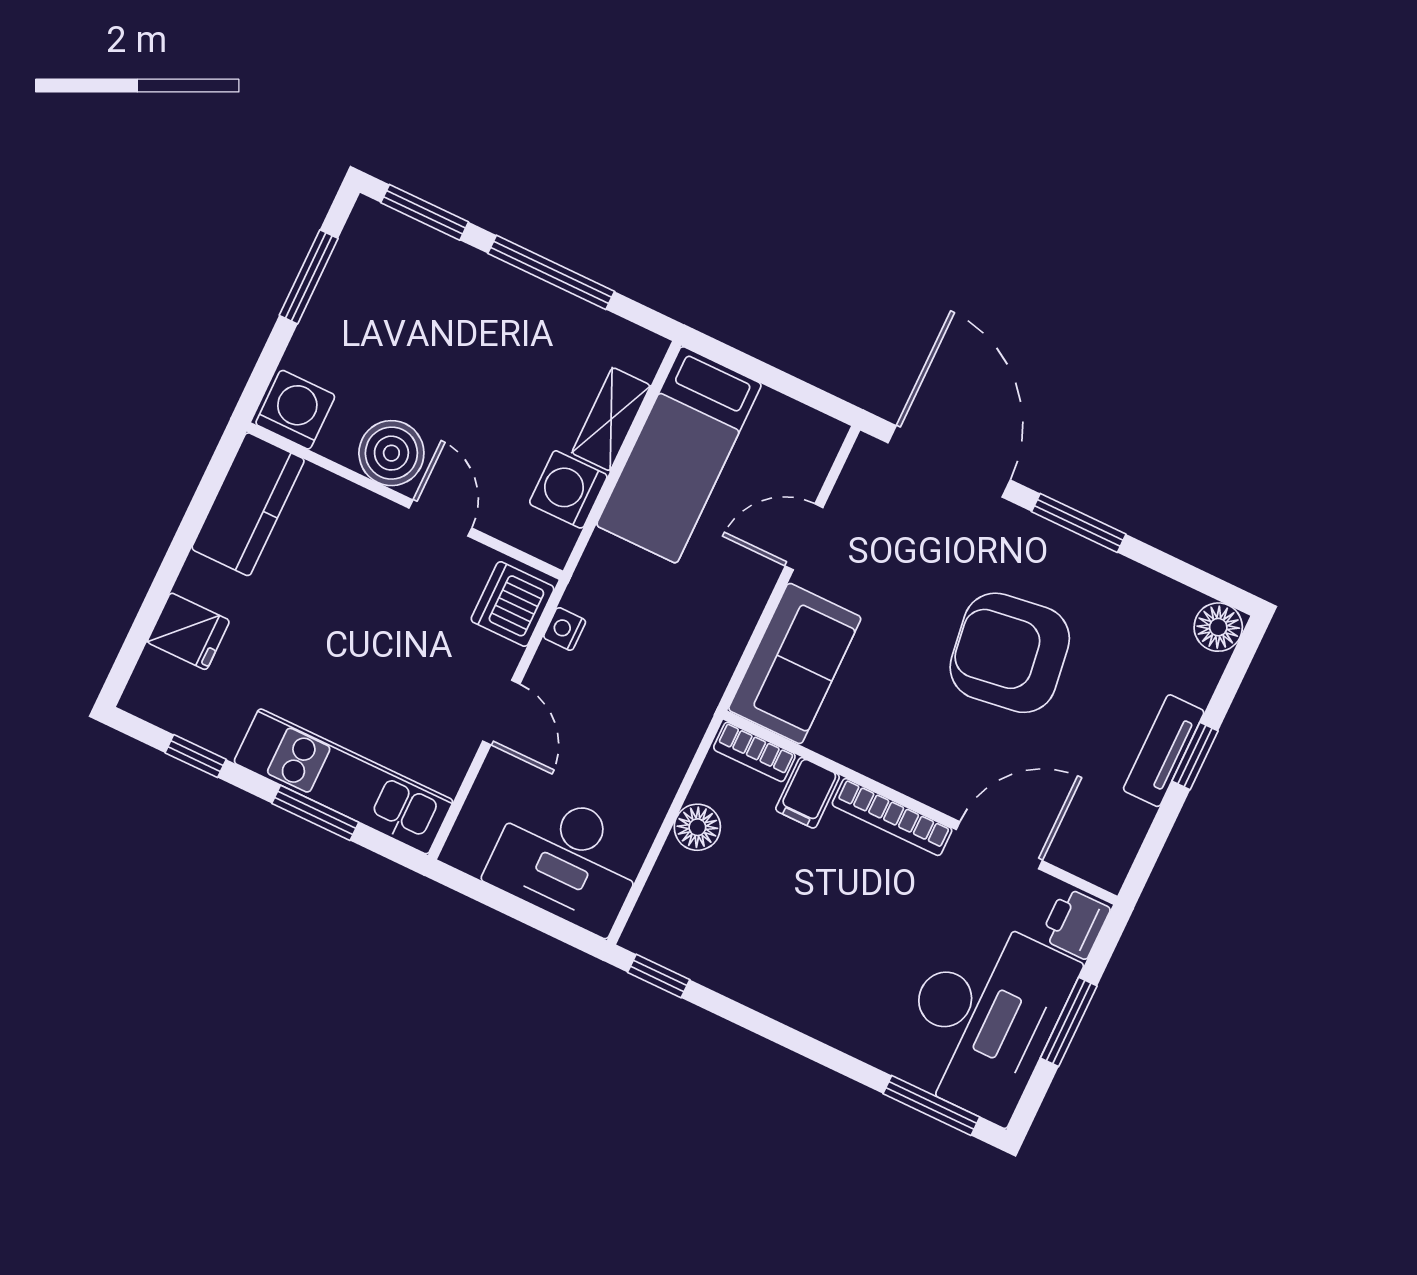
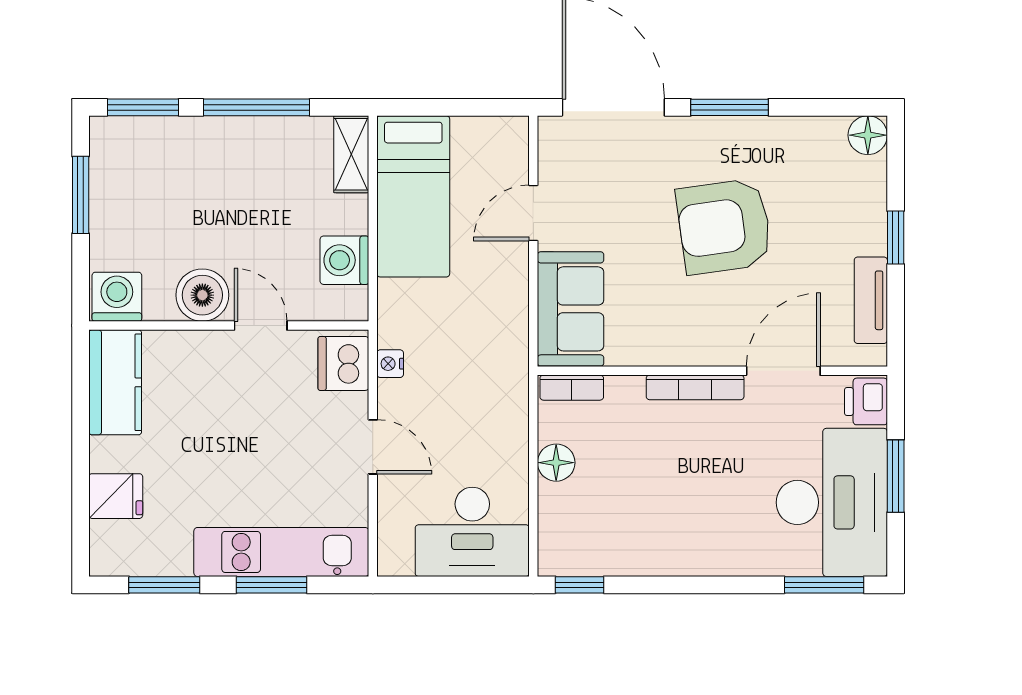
shelving: (611, 419) -> (351, 154), moved
tv unit: (1164, 751) -> (871, 300), moved
window: (196, 756) -> (164, 585), width x1.50
filing cabinet: (808, 793) -> (625, 399), removed

